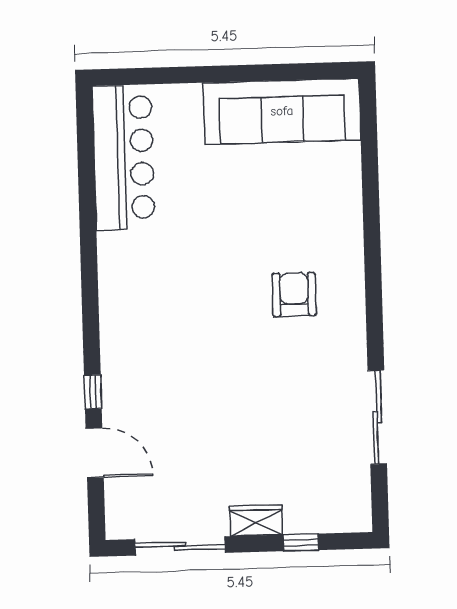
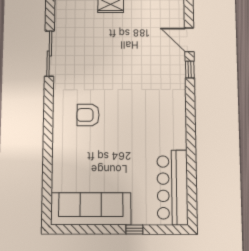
window: (196, 75) -> (134, 230), added
armchair: (294, 295) -> (88, 115), turned 90

